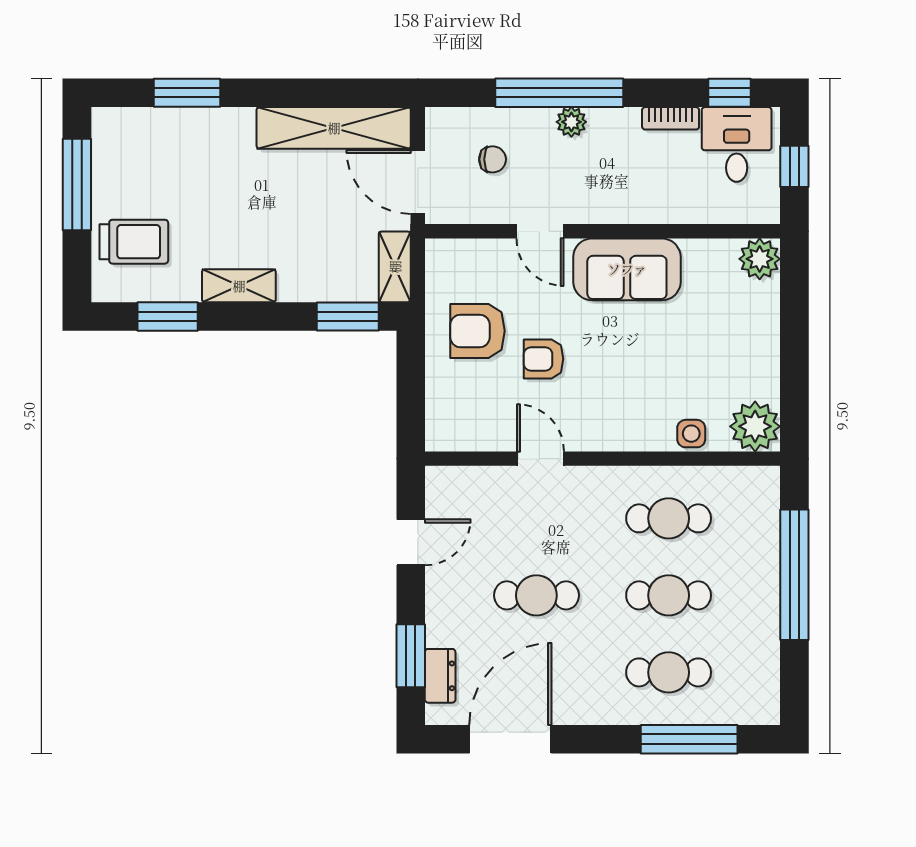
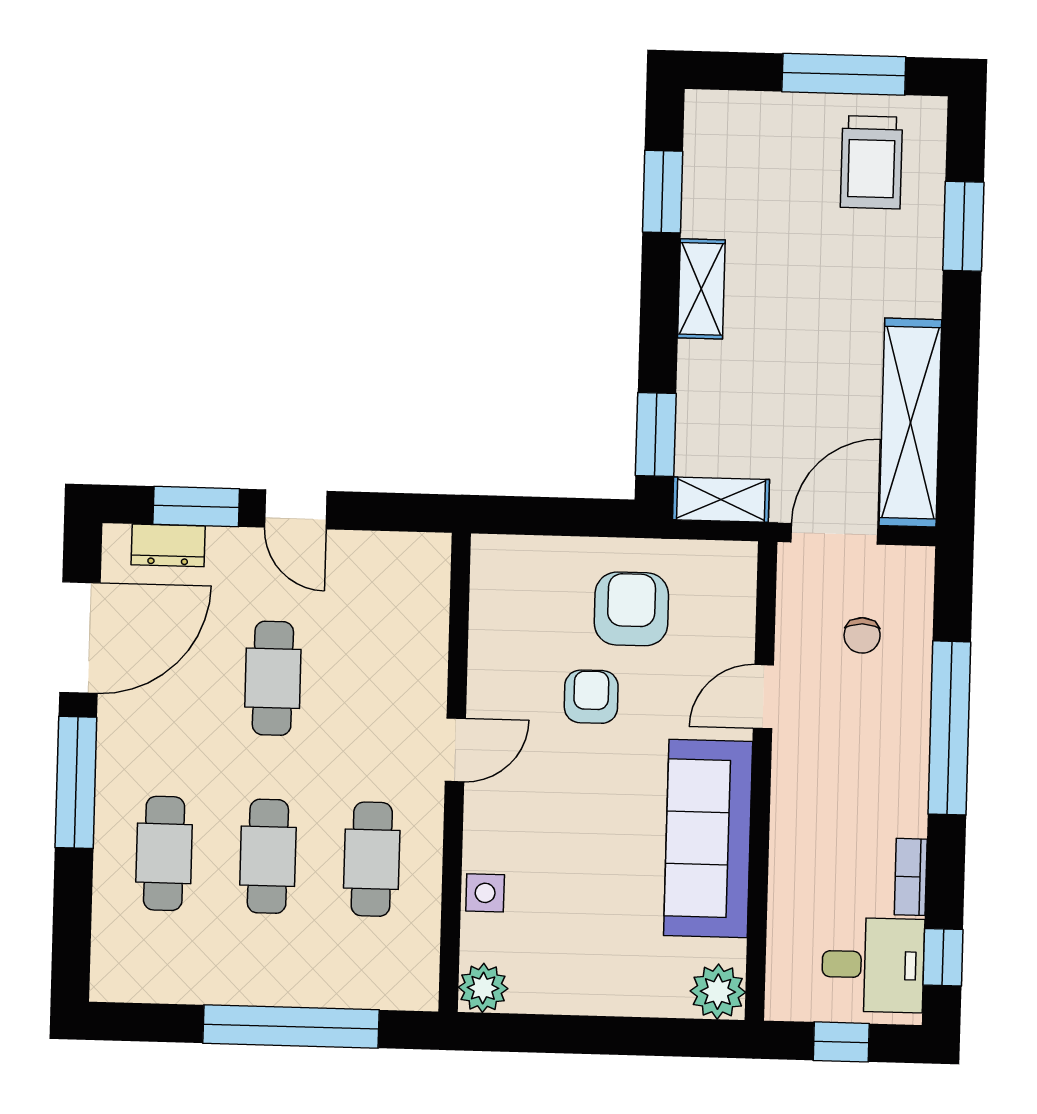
plant: (571, 122) -> (910, 743), removed
trolley: (134, 242) -> (871, 162), moved
sofa: (627, 269) -> (708, 838), width x1.36
plant: (755, 426) -> (483, 988), width x0.73, depth x0.73
door: (541, 459) -> (455, 750), moved
door: (411, 542) -> (296, 509), moved
door: (510, 739) -> (80, 638), hinge flipped
window: (689, 739) -> (76, 782), moved

